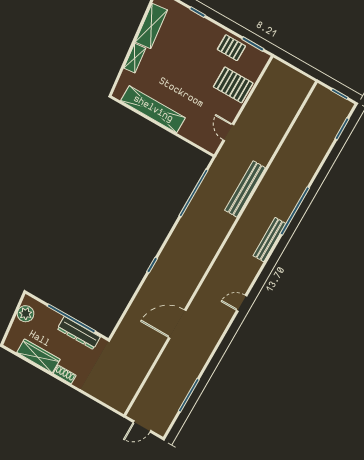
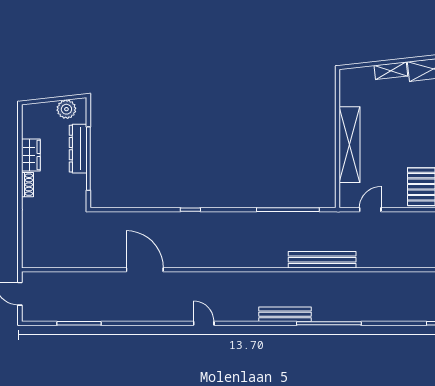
shelving: (153, 109) -> (350, 145), moved
dresser: (79, 333) -> (78, 149), moved
wardrobe: (38, 356) -> (31, 155), width x0.67

